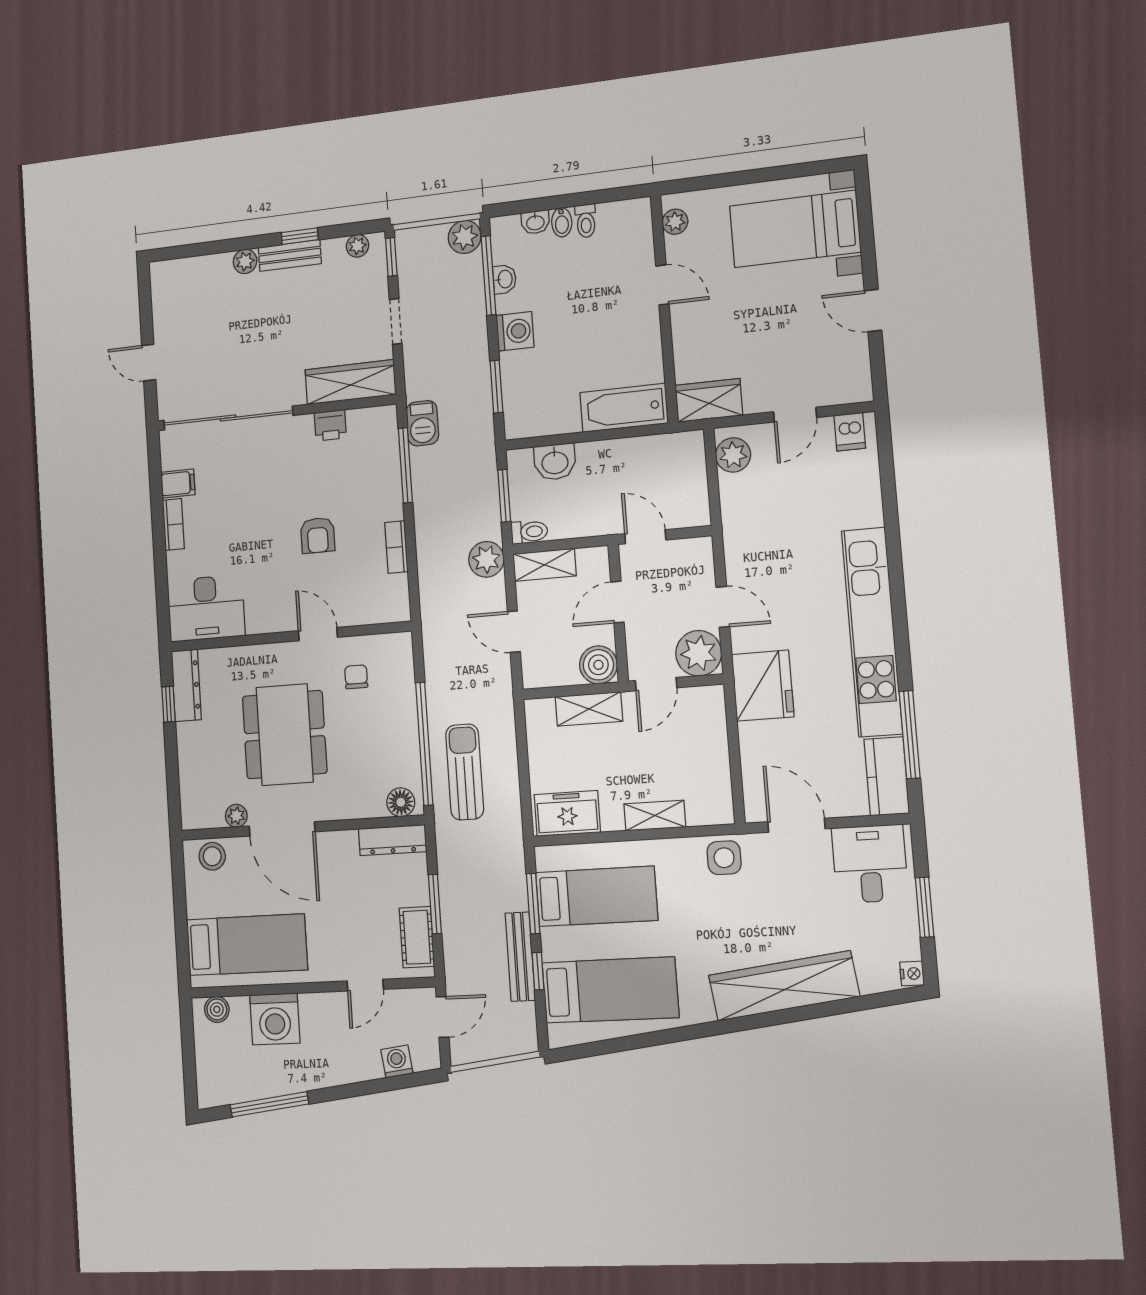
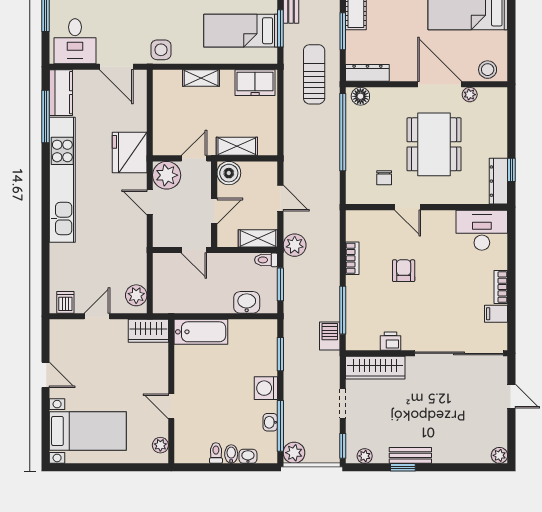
plant: (245, 261) -> (499, 455), moved
sun lounger: (465, 772) -> (314, 74), moved, turned 180

